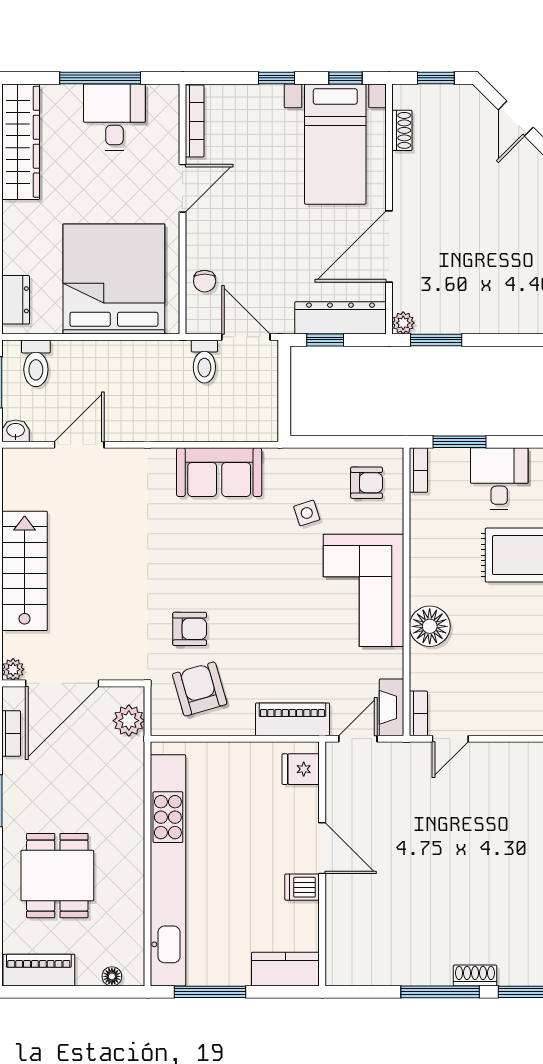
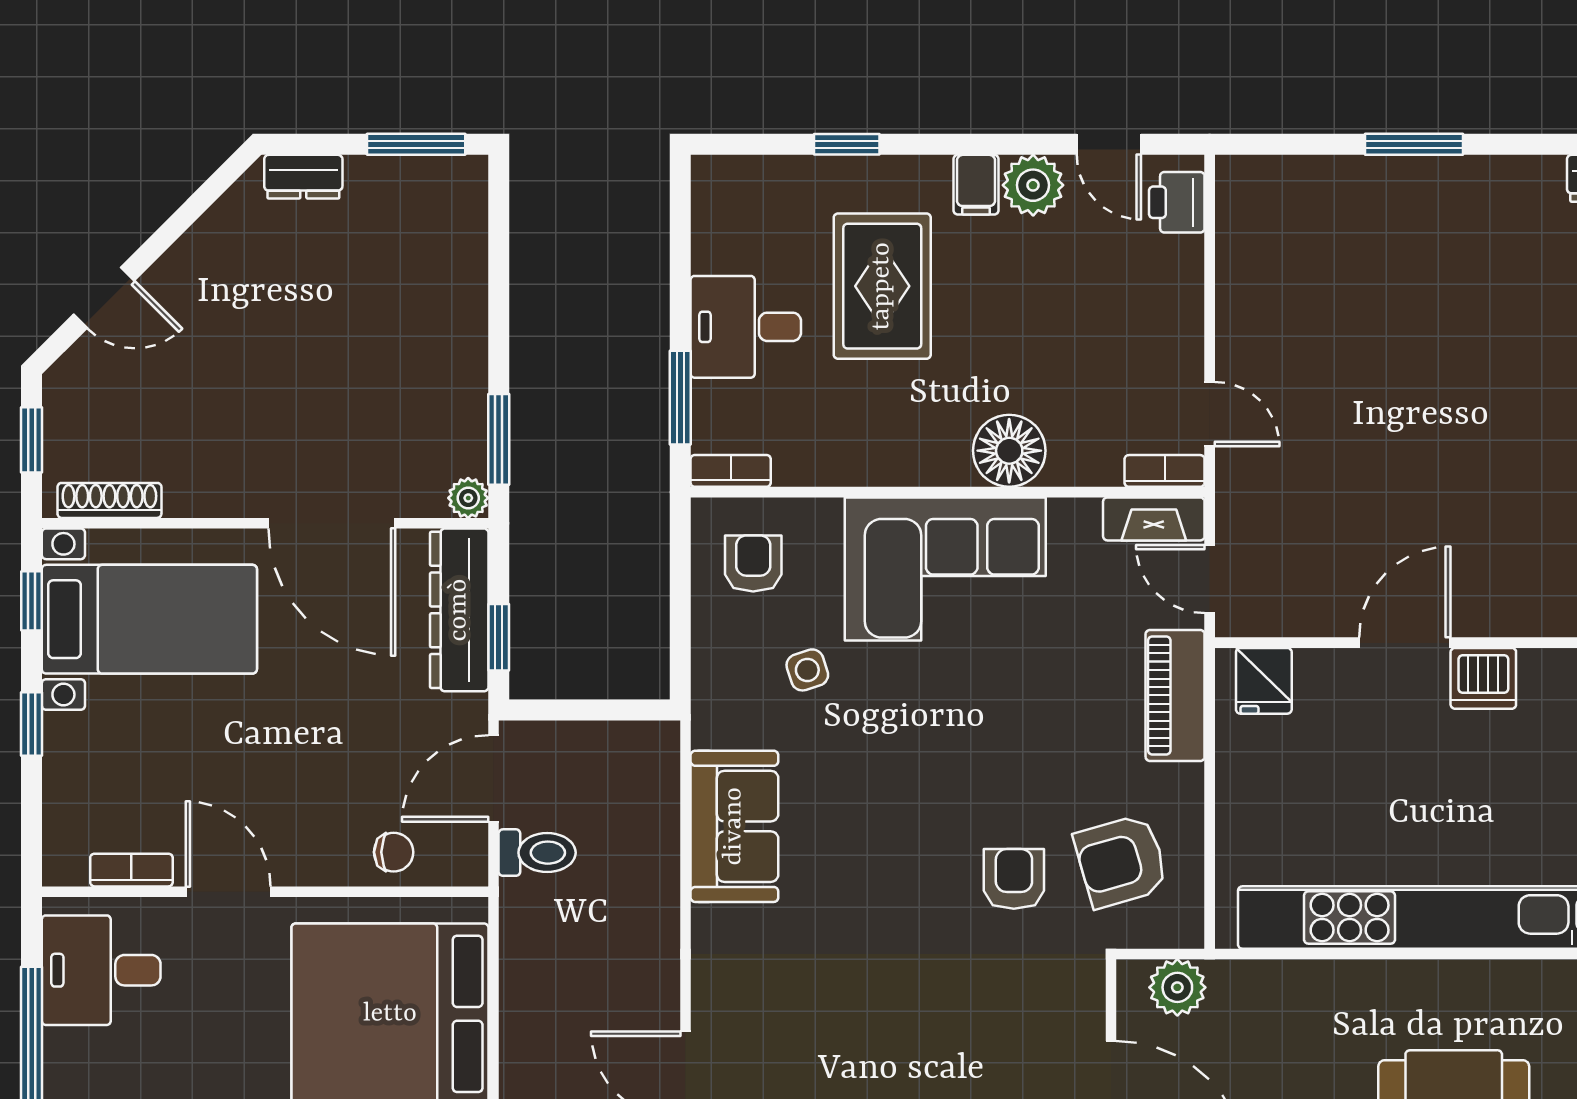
desk: (114, 117) -> (101, 970), moved
bookcase: (195, 121) -> (131, 870), width x0.64
shoe rack: (402, 130) -> (109, 500), width x1.43
dishwasher: (302, 887) -> (1483, 678), width x1.38

